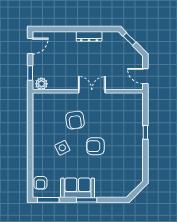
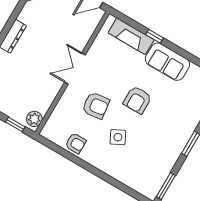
fireplace: (136, 117) -> (131, 36), added
armchair: (40, 183) -> (76, 143), moved
sofa: (78, 188) -> (167, 62), moved, turned -90

